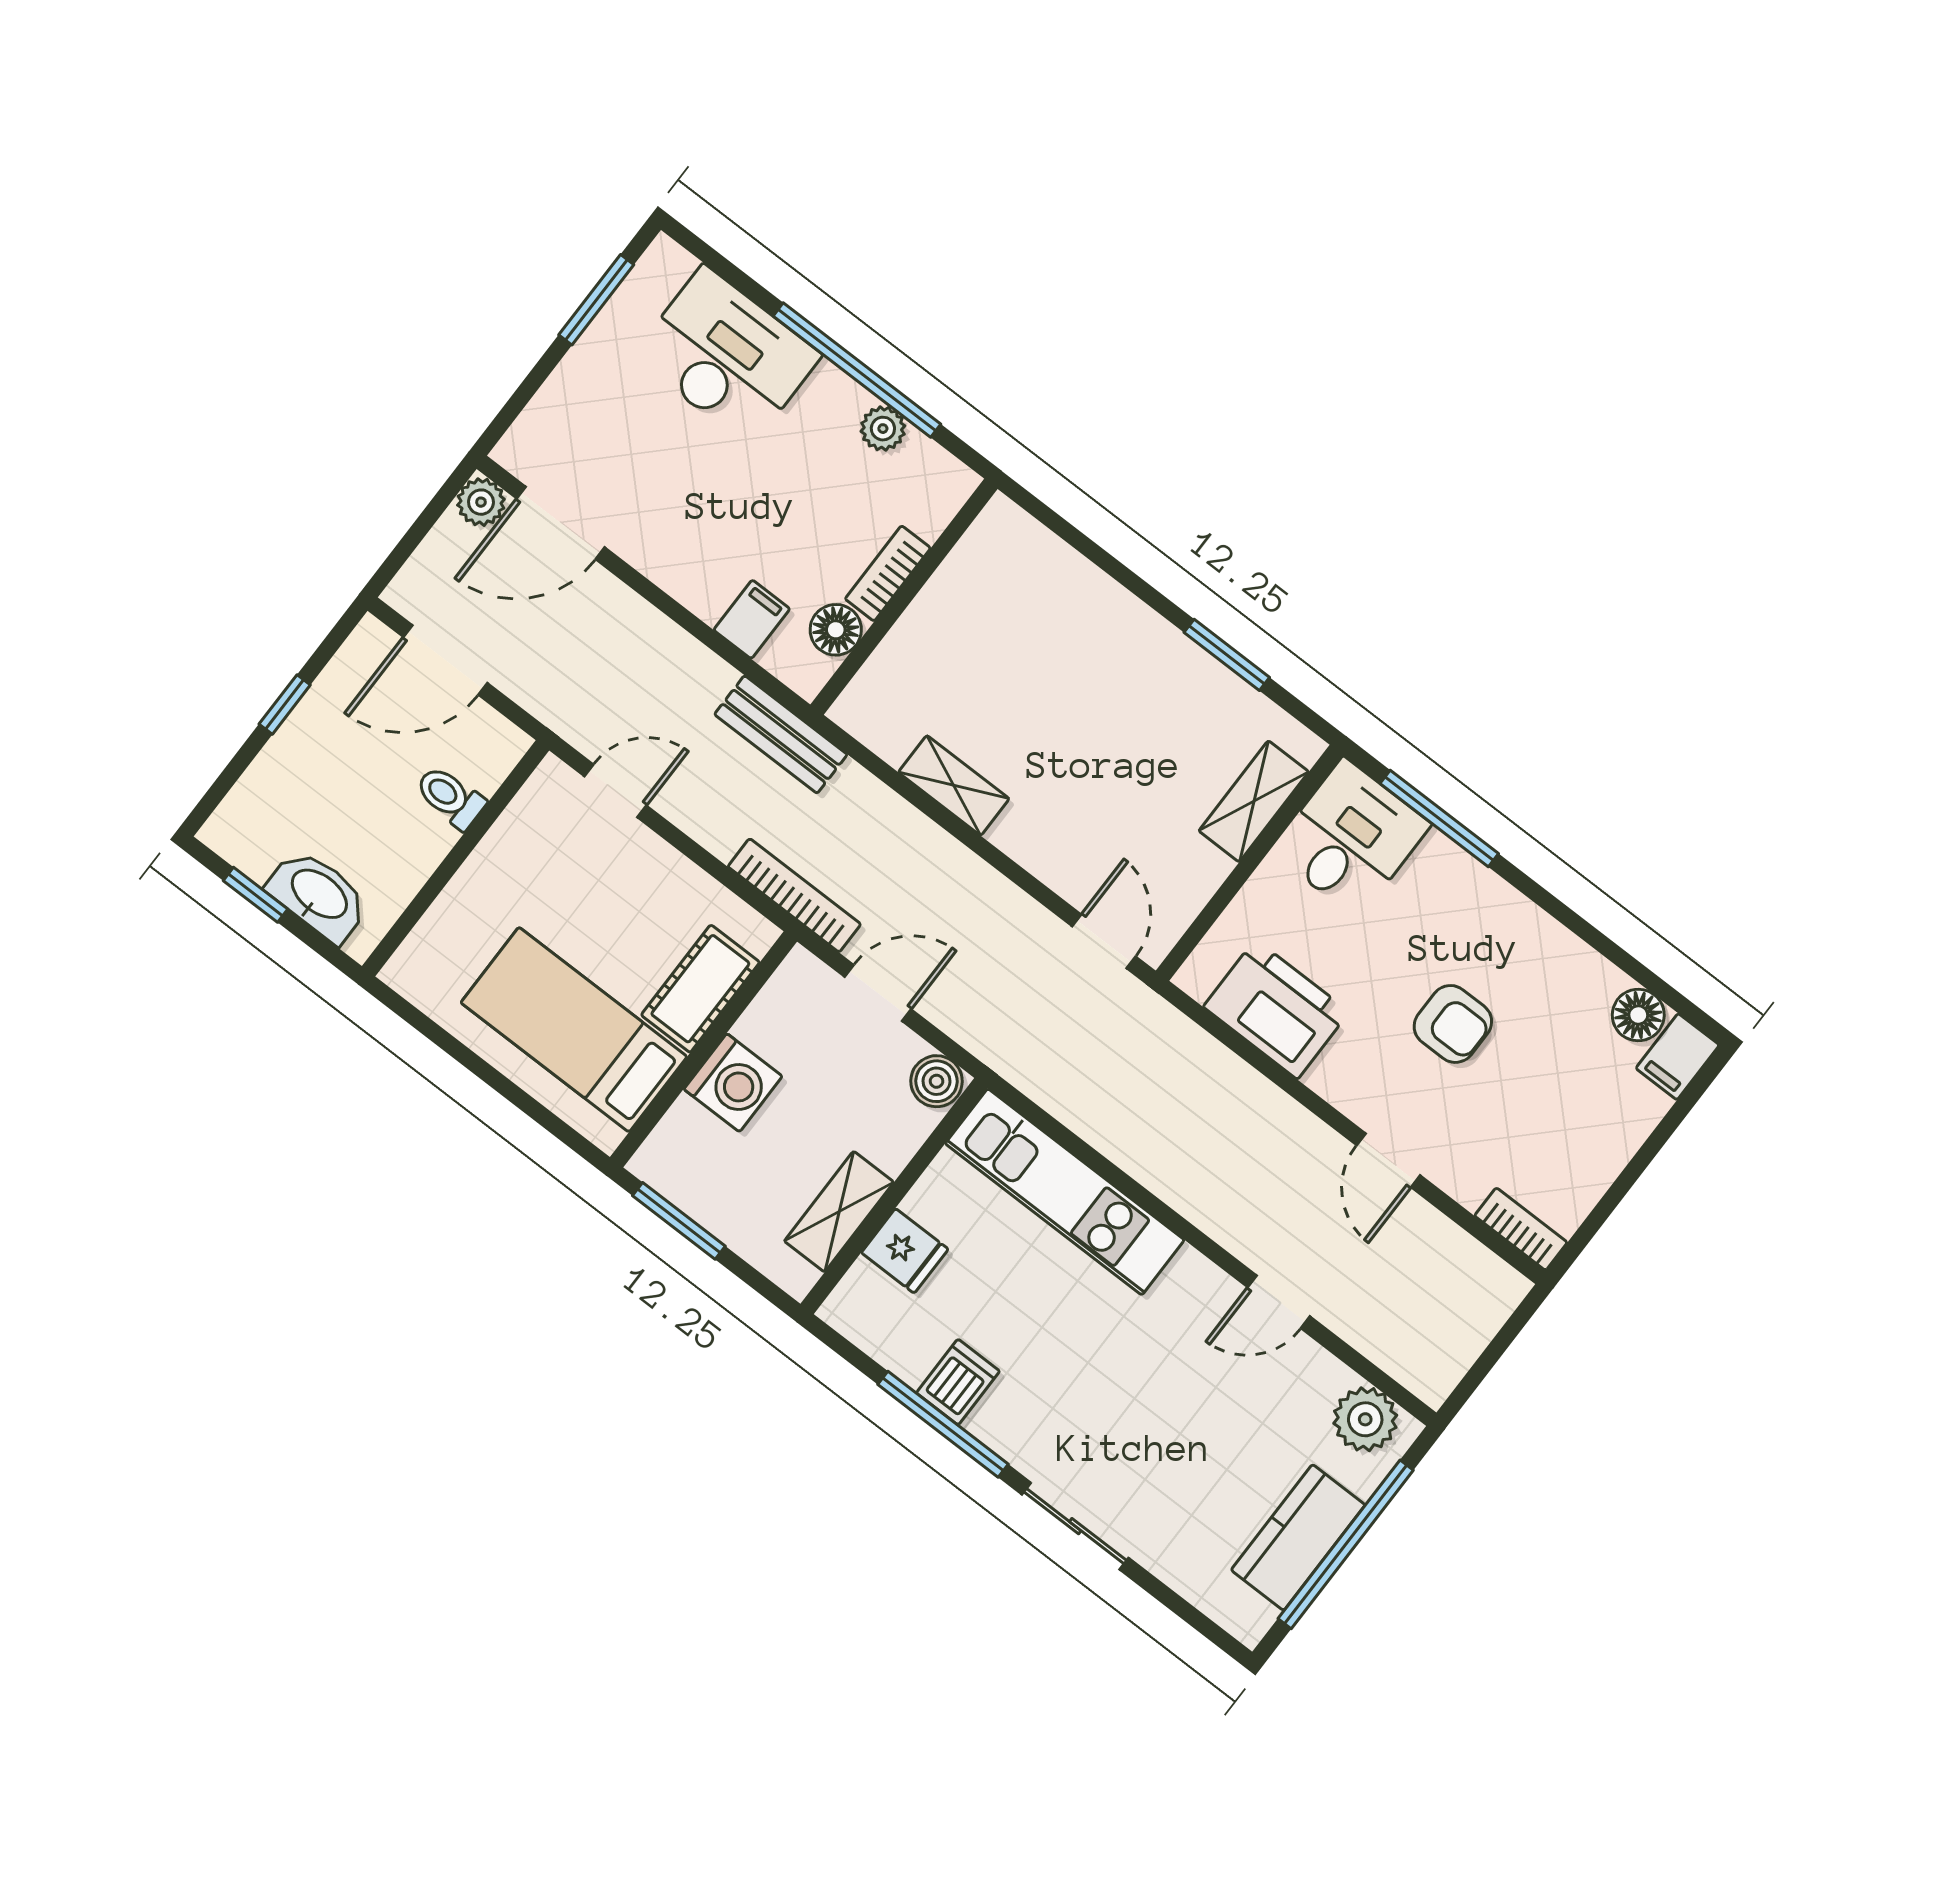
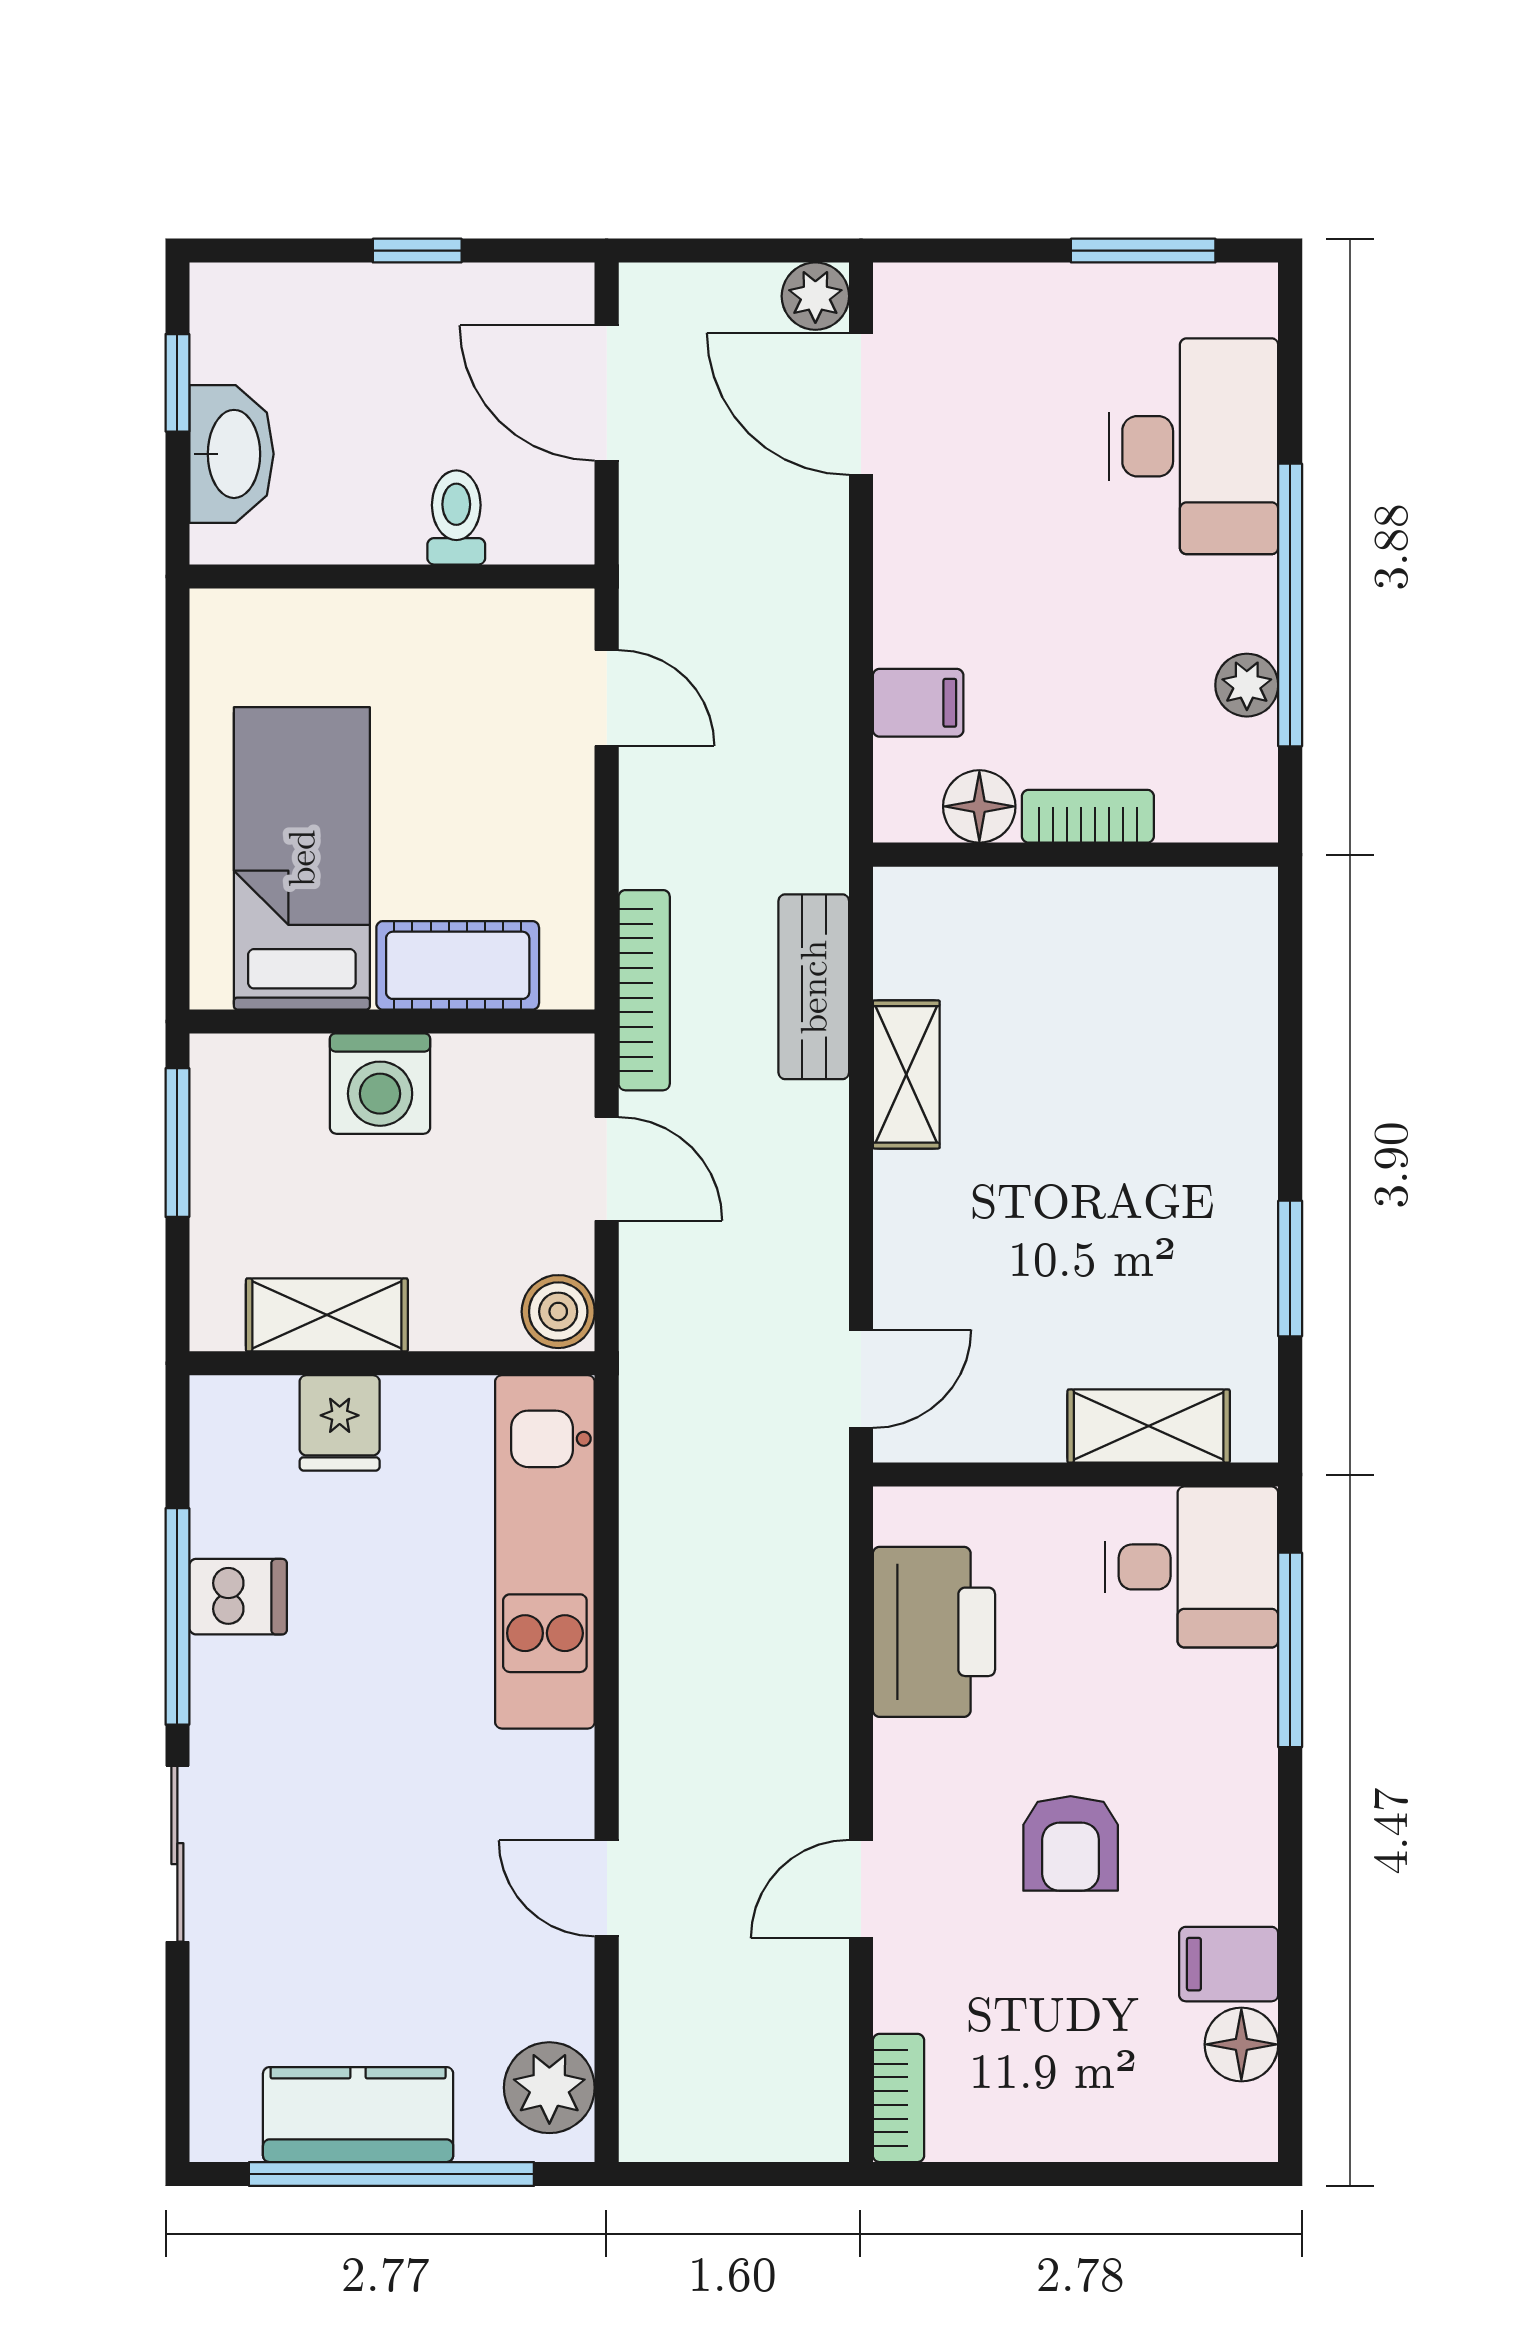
bench: (781, 734) -> (814, 987), moved
filing cabinet: (1678, 1057) -> (1229, 1964), moved

